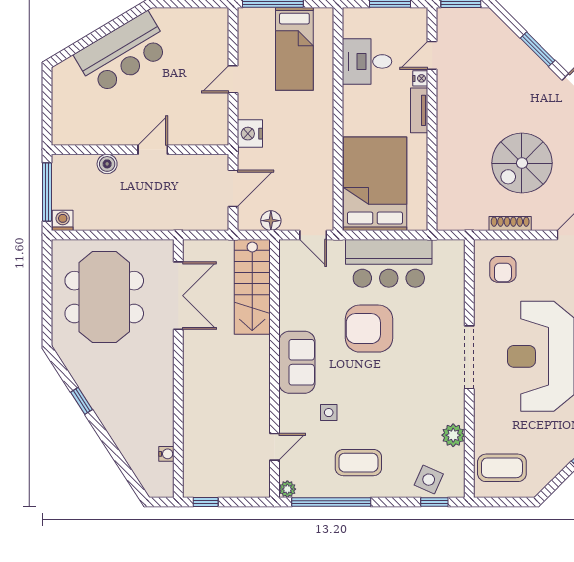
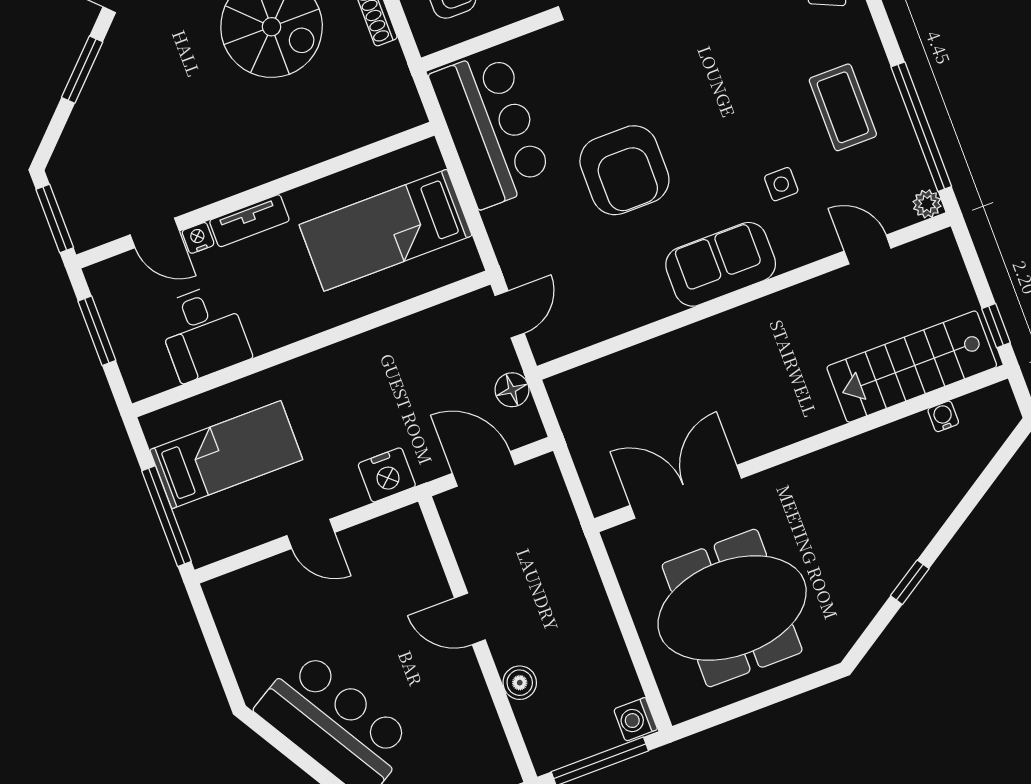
bed: (375, 184) -> (386, 230), width x0.67
bar counter: (389, 263) -> (491, 129), moved
stairs: (252, 287) -> (912, 367), moved, turned 180

